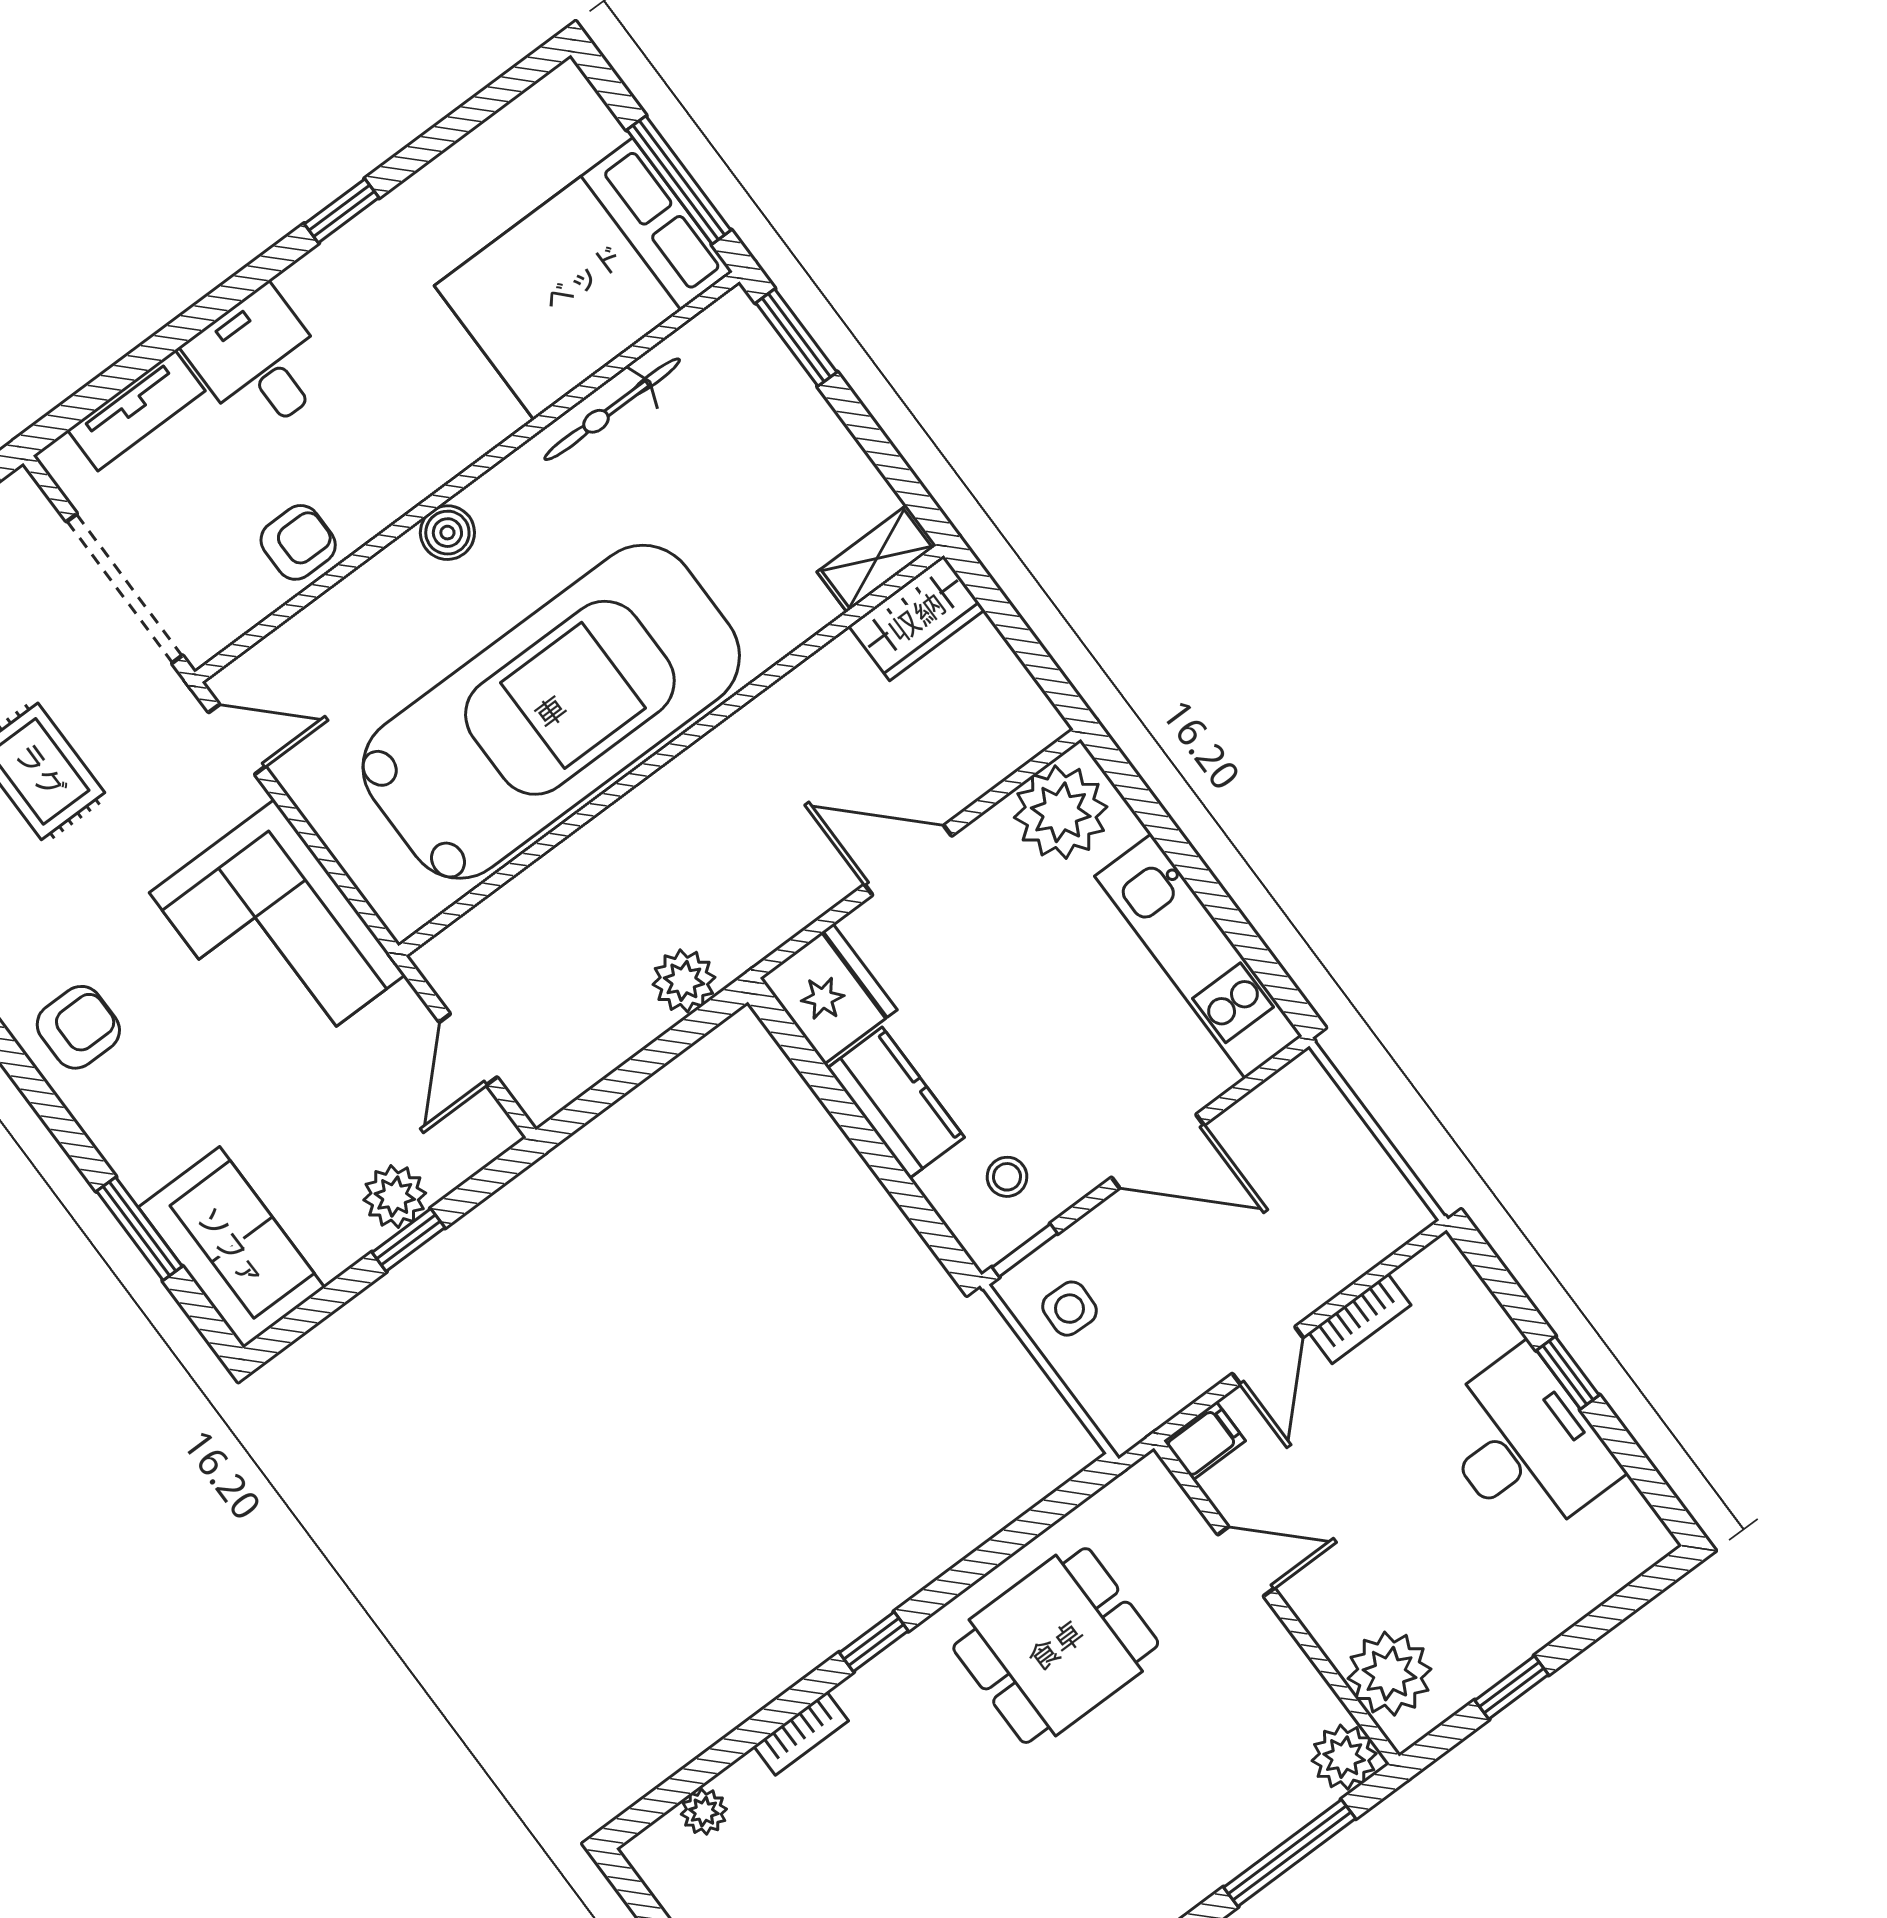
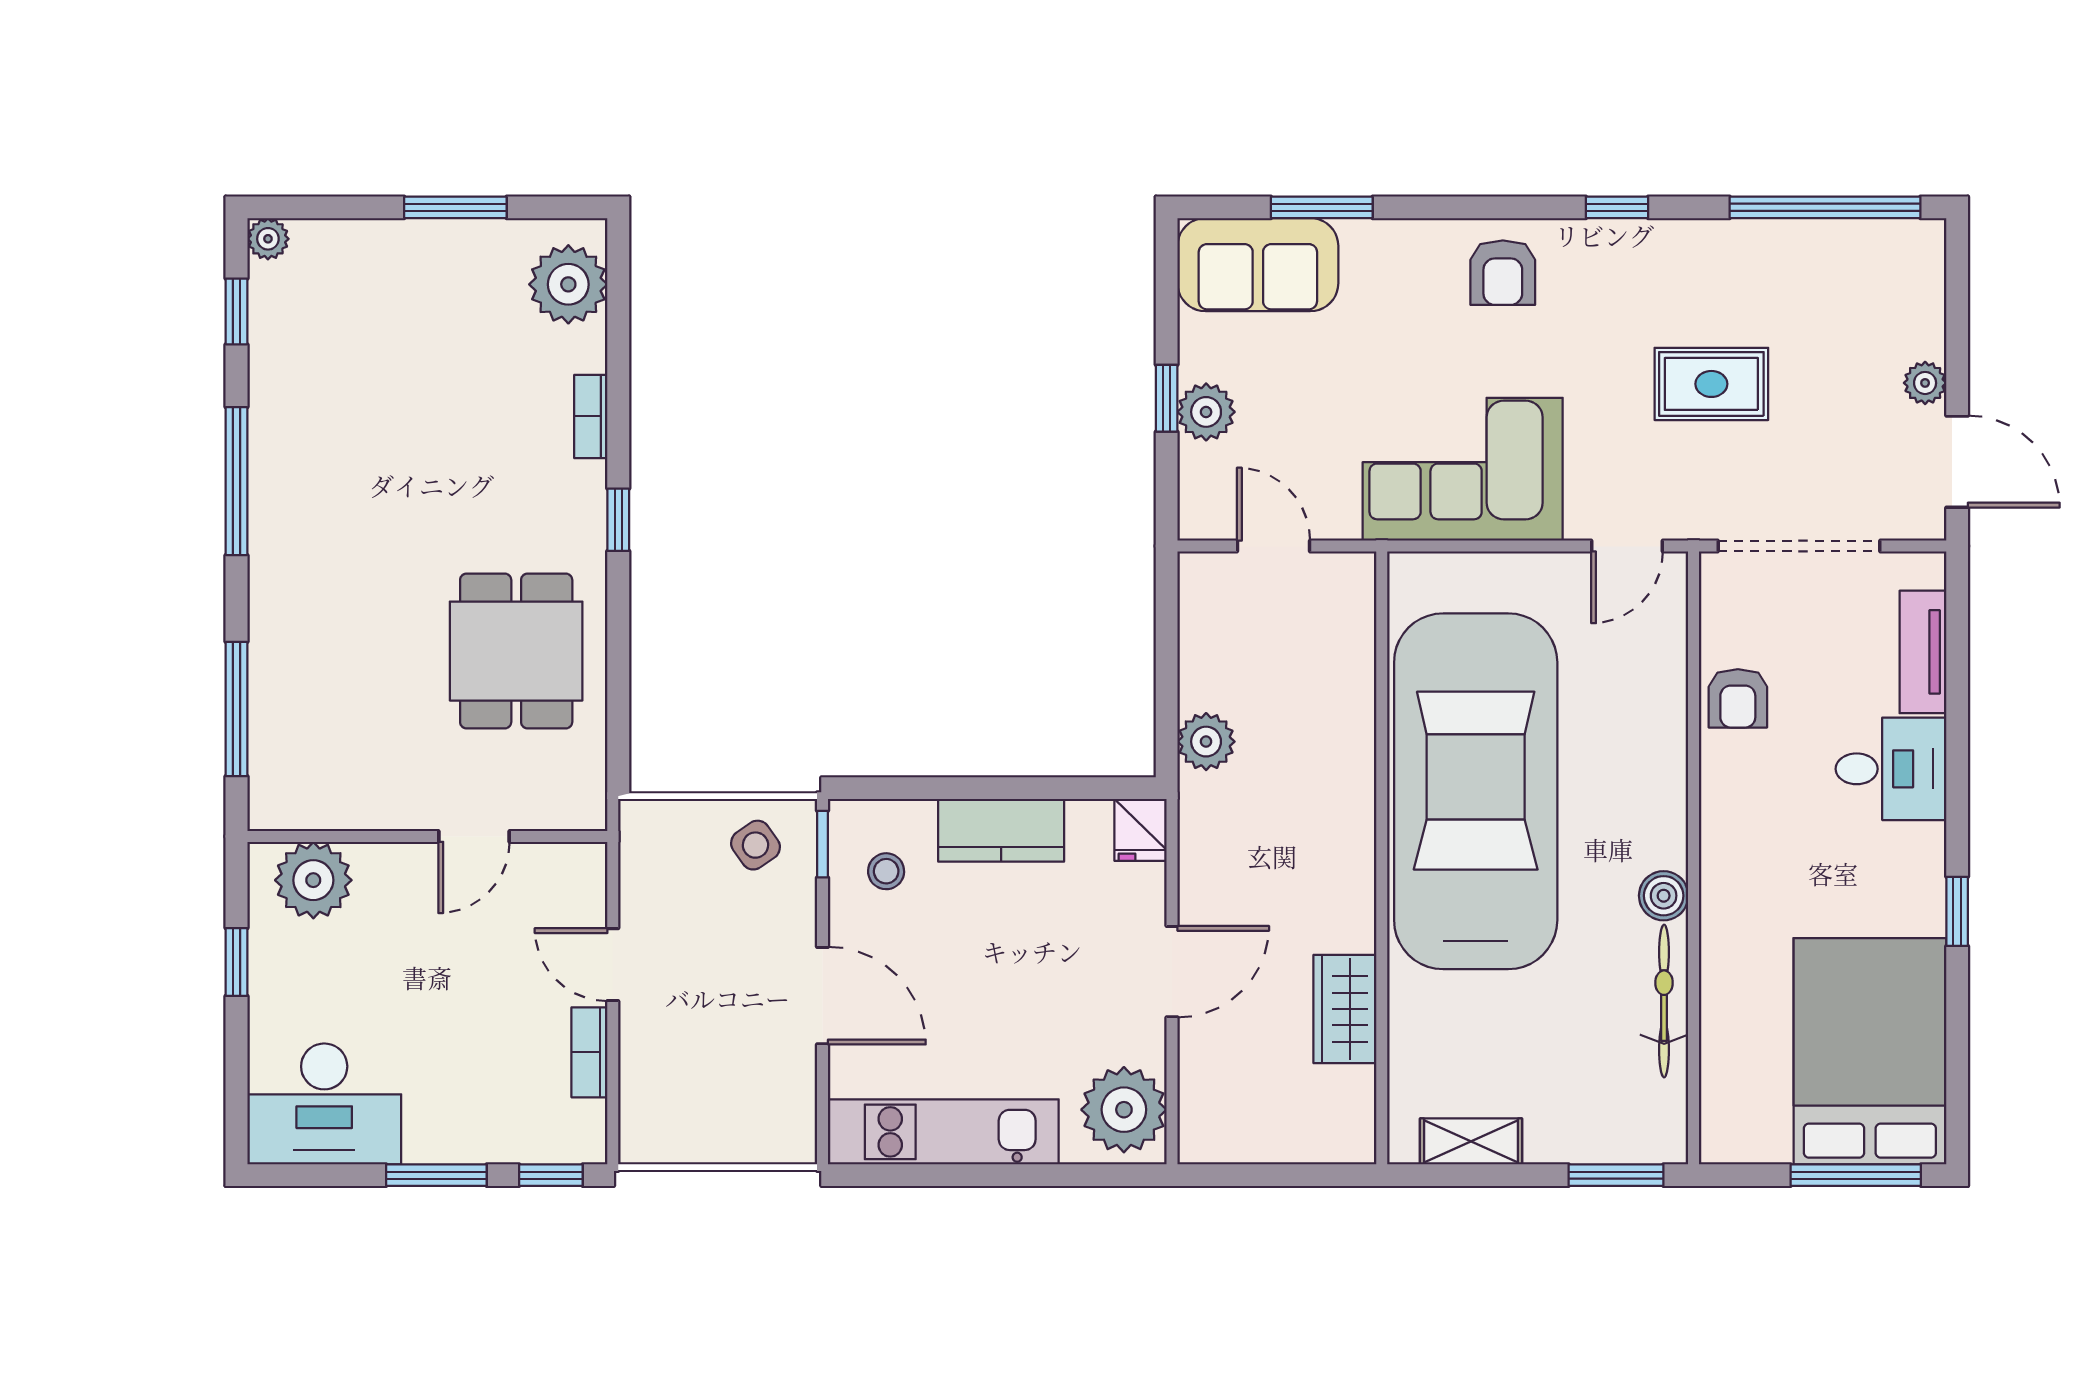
window: (679, 180) -> (1856, 1175), moved
bed: (583, 279) -> (1870, 1051), moved
boiler: (447, 533) -> (1664, 896), moved
shelving: (877, 559) -> (1471, 1141), moved, turned 90
wardrobe: (917, 618) -> (1345, 1009), moved
car: (551, 712) -> (1476, 791), turned 180
fridge: (829, 994) -> (1141, 830), width x0.53, depth x0.75
door: (1158, 1151) -> (823, 996), swing flipped
window: (1493, 1272) -> (551, 1175), added
side table: (1070, 1309) -> (755, 845), turned -37
window: (1568, 1373) -> (436, 1175), width x1.50
filing cabinet: (1205, 1441) -> (585, 872), removed
desk: (1525, 1445) -> (324, 1104), moved
plant: (1344, 1757) -> (277, 801), removed
plant: (704, 1812) -> (568, 284), width x1.87, depth x1.87

